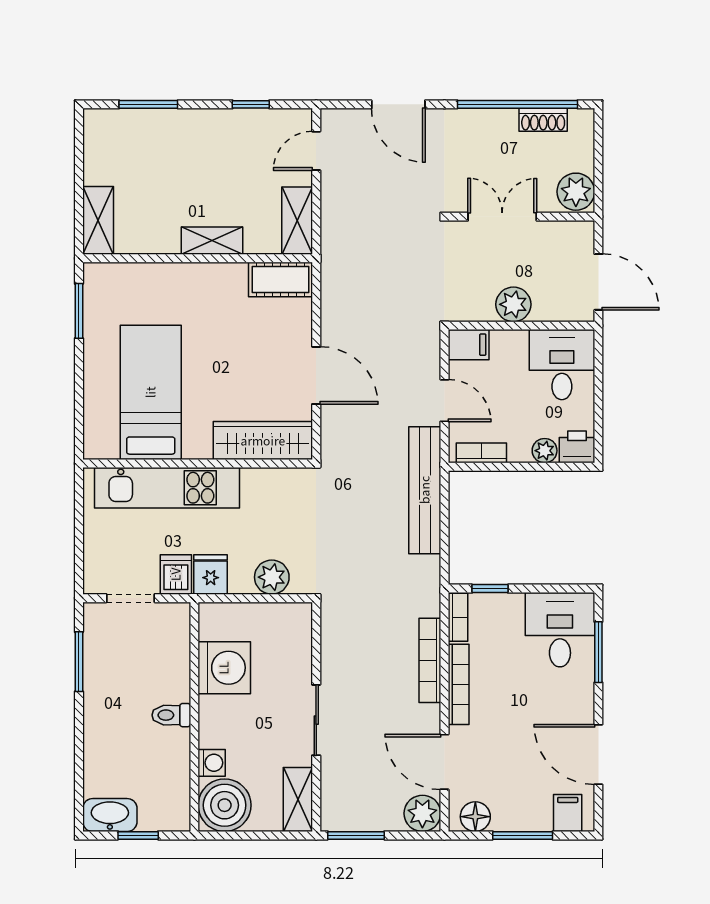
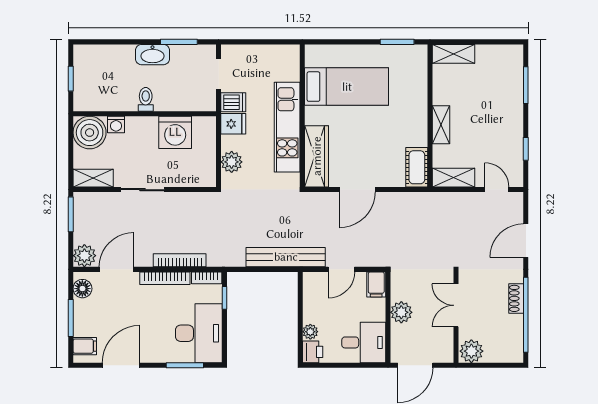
shoe rack: (543, 120) -> (516, 298), moved
double door: (502, 217) -> (456, 305), swing flipped
bookcase: (481, 453) -> (309, 292), removed
kitchen unit: (167, 488) -> (287, 127), moved
desk: (560, 630) -> (199, 333), width x1.37
washbasin: (110, 815) -> (152, 55), moved, turned 90

